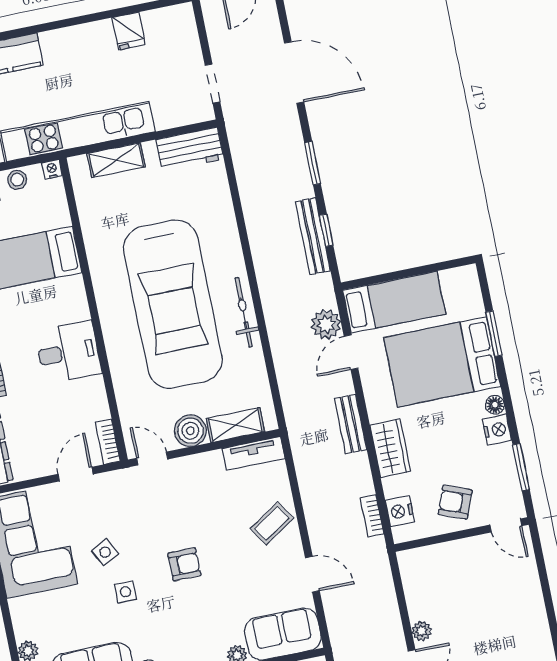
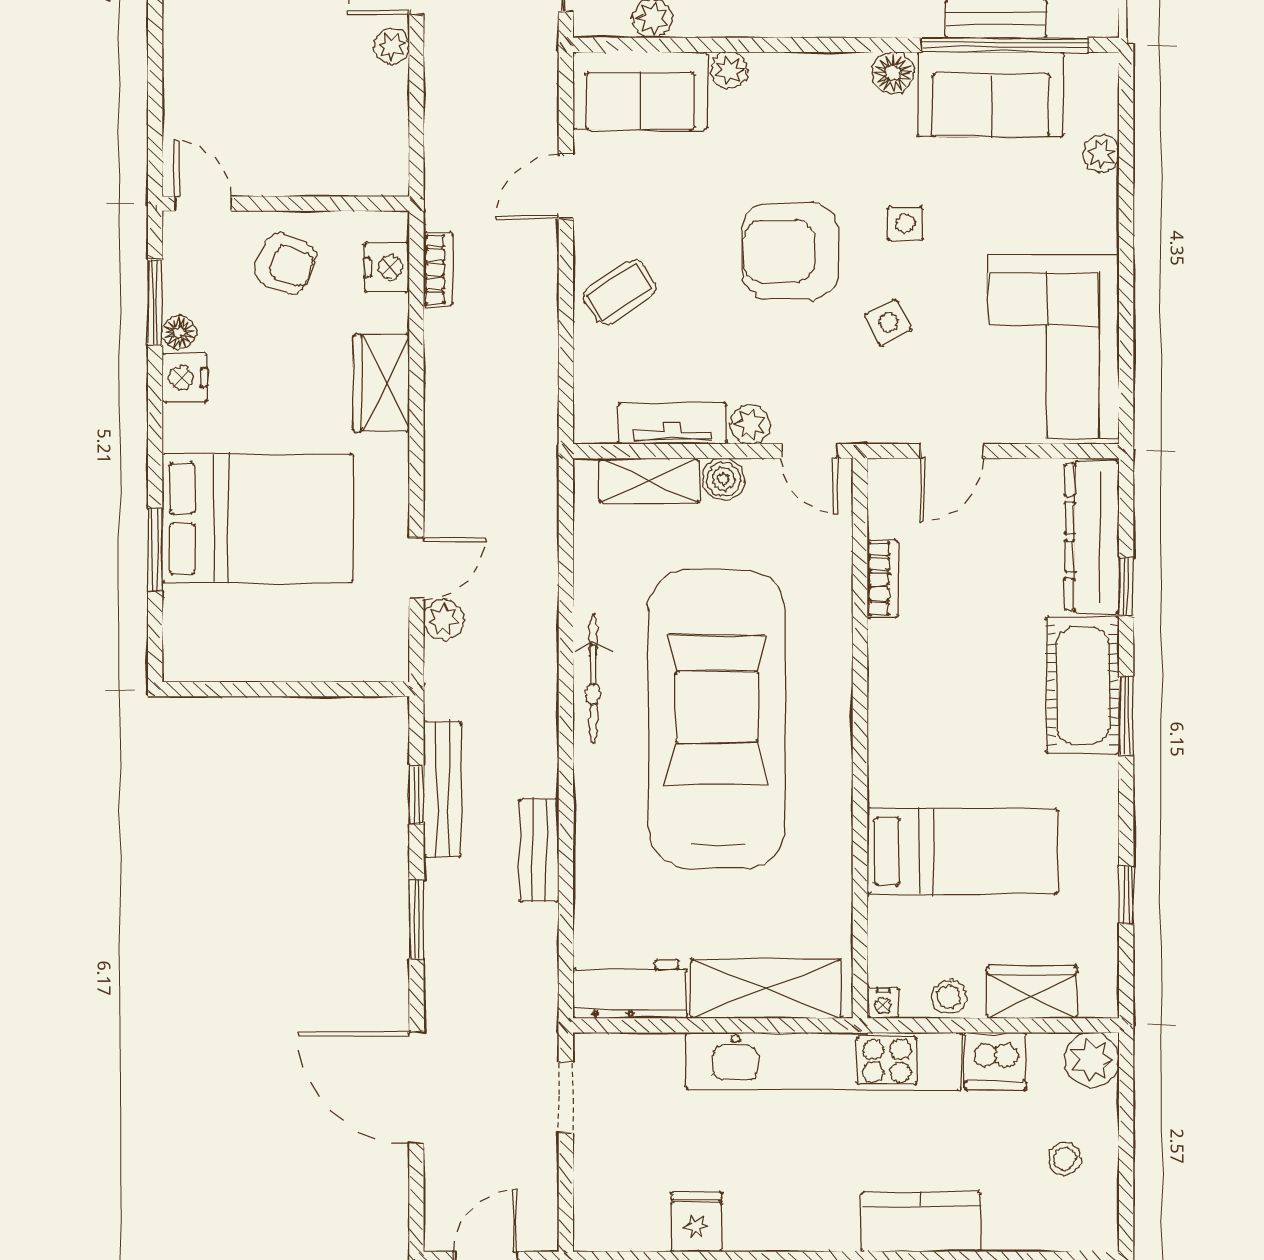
shelving: (116, 160) -> (766, 988), width x1.50, depth x1.33
bed: (394, 302) -> (322, 642), removed
plant: (326, 324) -> (443, 620), width x0.73, depth x0.73
desk: (68, 352) -> (920, 671), removed
floor lamp: (495, 405) -> (179, 332), moved
bench: (351, 424) -> (539, 850), moved
boiler: (190, 431) -> (724, 479), width x0.73, depth x0.73
bookcase: (108, 442) -> (883, 579), moved
tv unit: (253, 453) -> (672, 423), moved
plant: (187, 466) -> (750, 424), added
side table: (105, 552) -> (888, 322), moved
armchair: (184, 564) -> (790, 251), width x1.88, depth x1.88
door: (312, 574) -> (566, 187), hinge flipped

